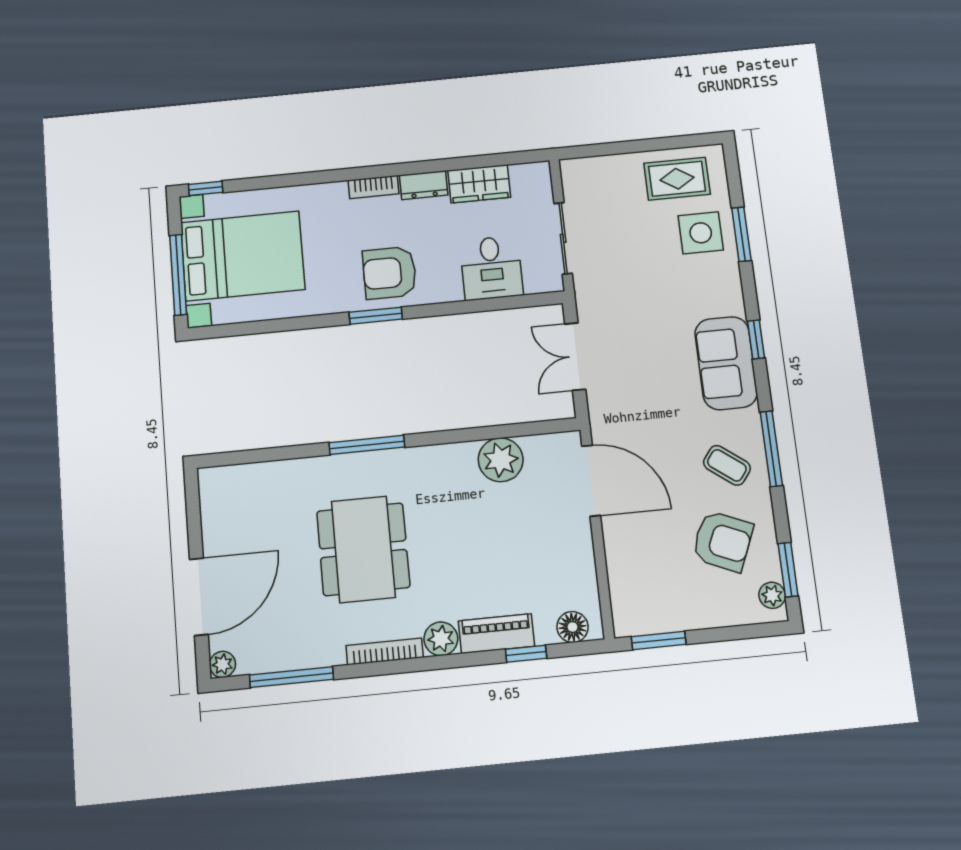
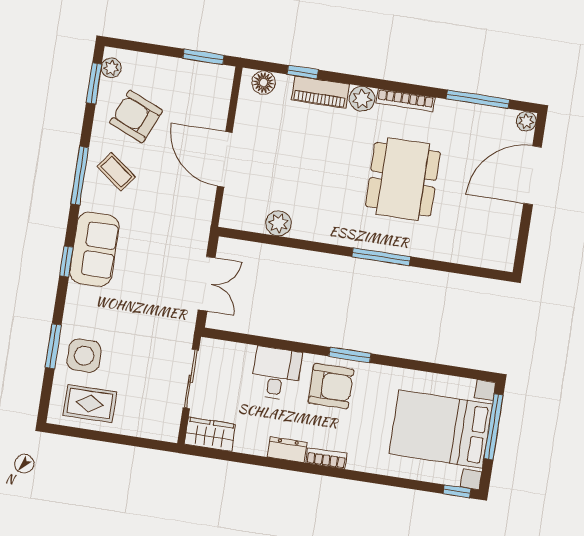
wardrobe: (479, 184) -> (210, 434), moved
desk: (491, 268) -> (276, 373), moved
plant: (501, 460) -> (279, 223), width x0.73, depth x0.73
door: (591, 481) -> (225, 159), moved

